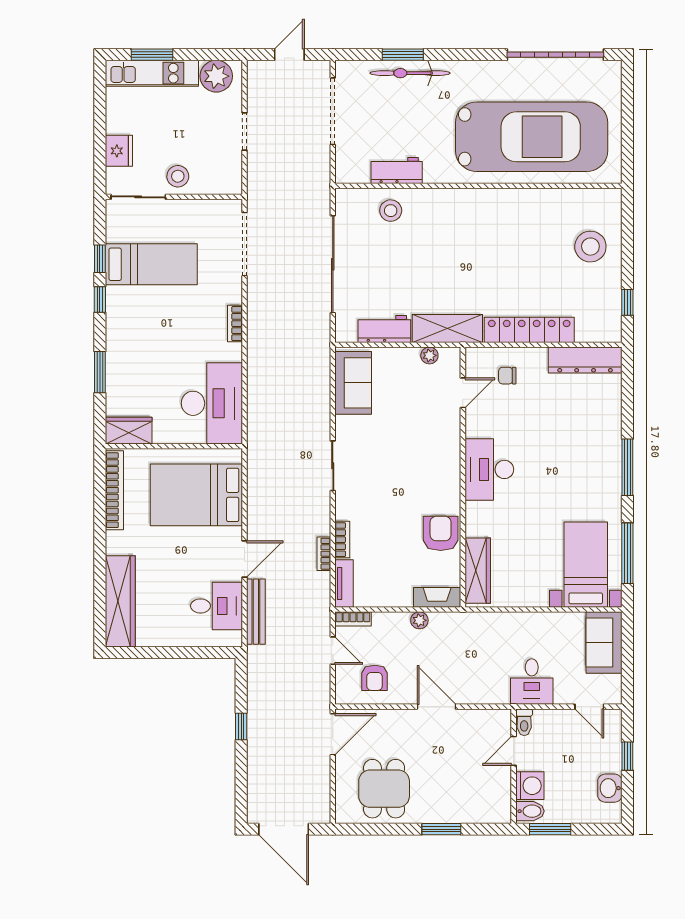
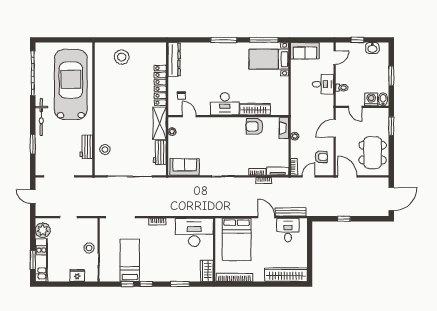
bicycle: (410, 73) -> (41, 117), moved
window: (627, 302) -> (147, 40), removed
wardrobe: (478, 571) -> (255, 109), moved
door: (514, 751) -> (355, 107), moved
wall: (514, 766) -> (362, 107), moved
washing machine: (530, 786) -> (371, 99), moved
dining table: (384, 789) -> (373, 153), width x1.38
bidet: (530, 811) -> (383, 99), moved

